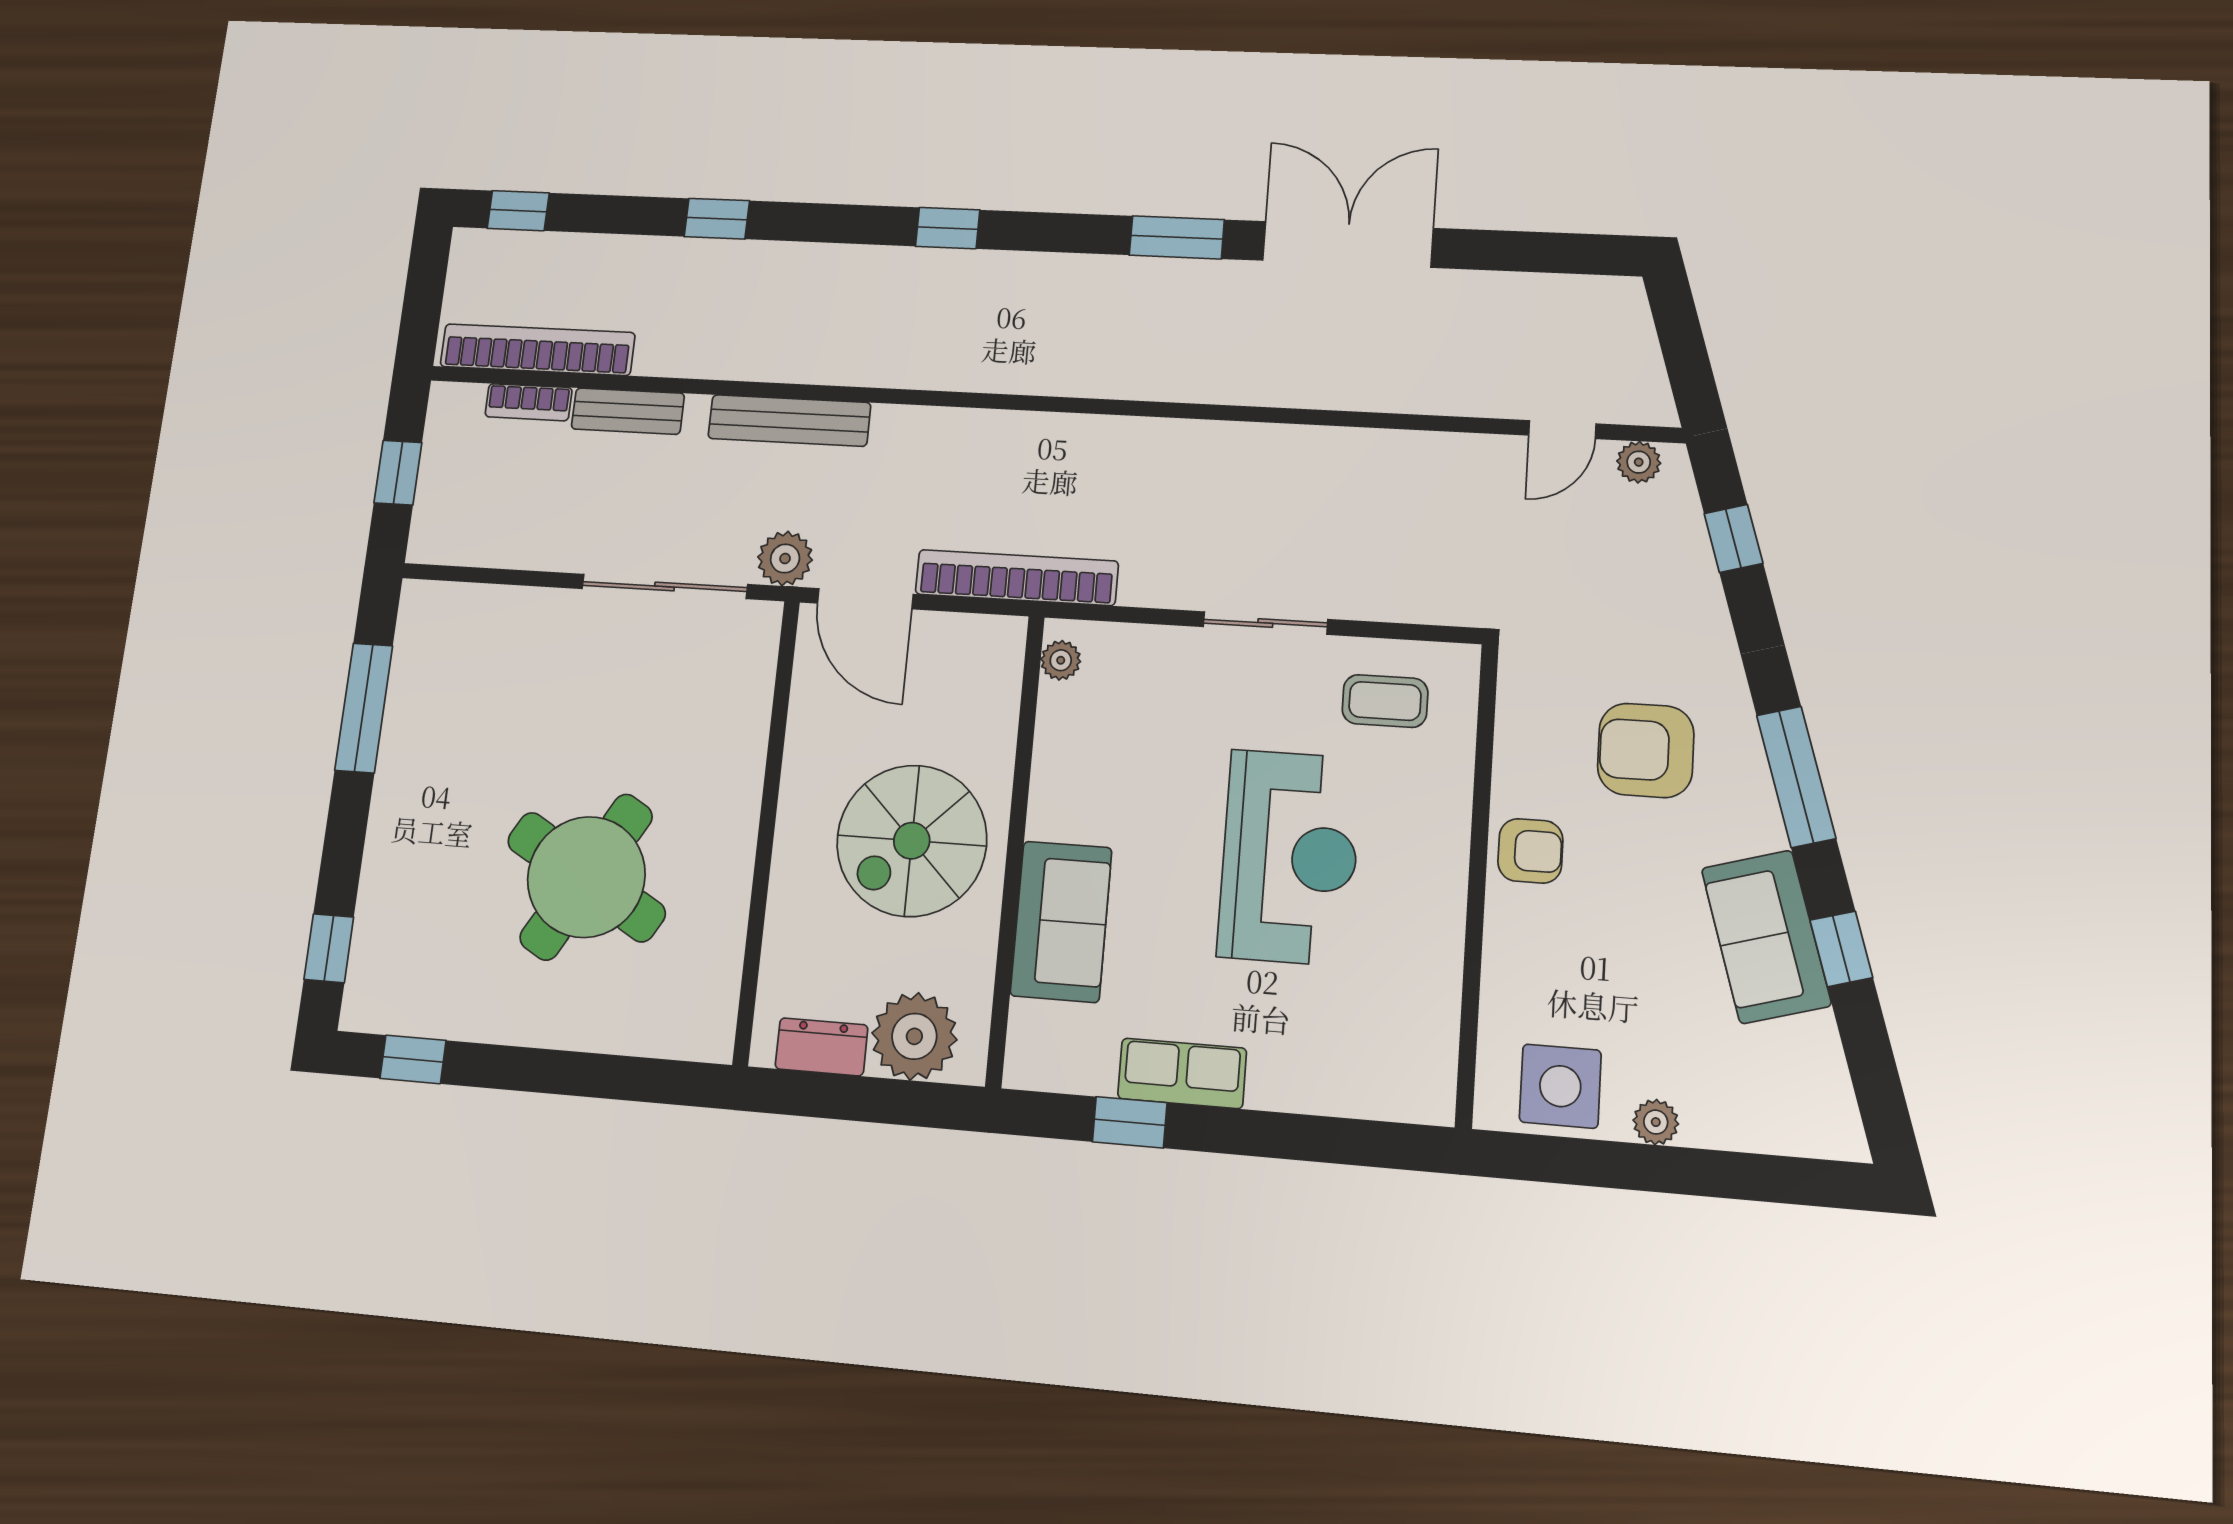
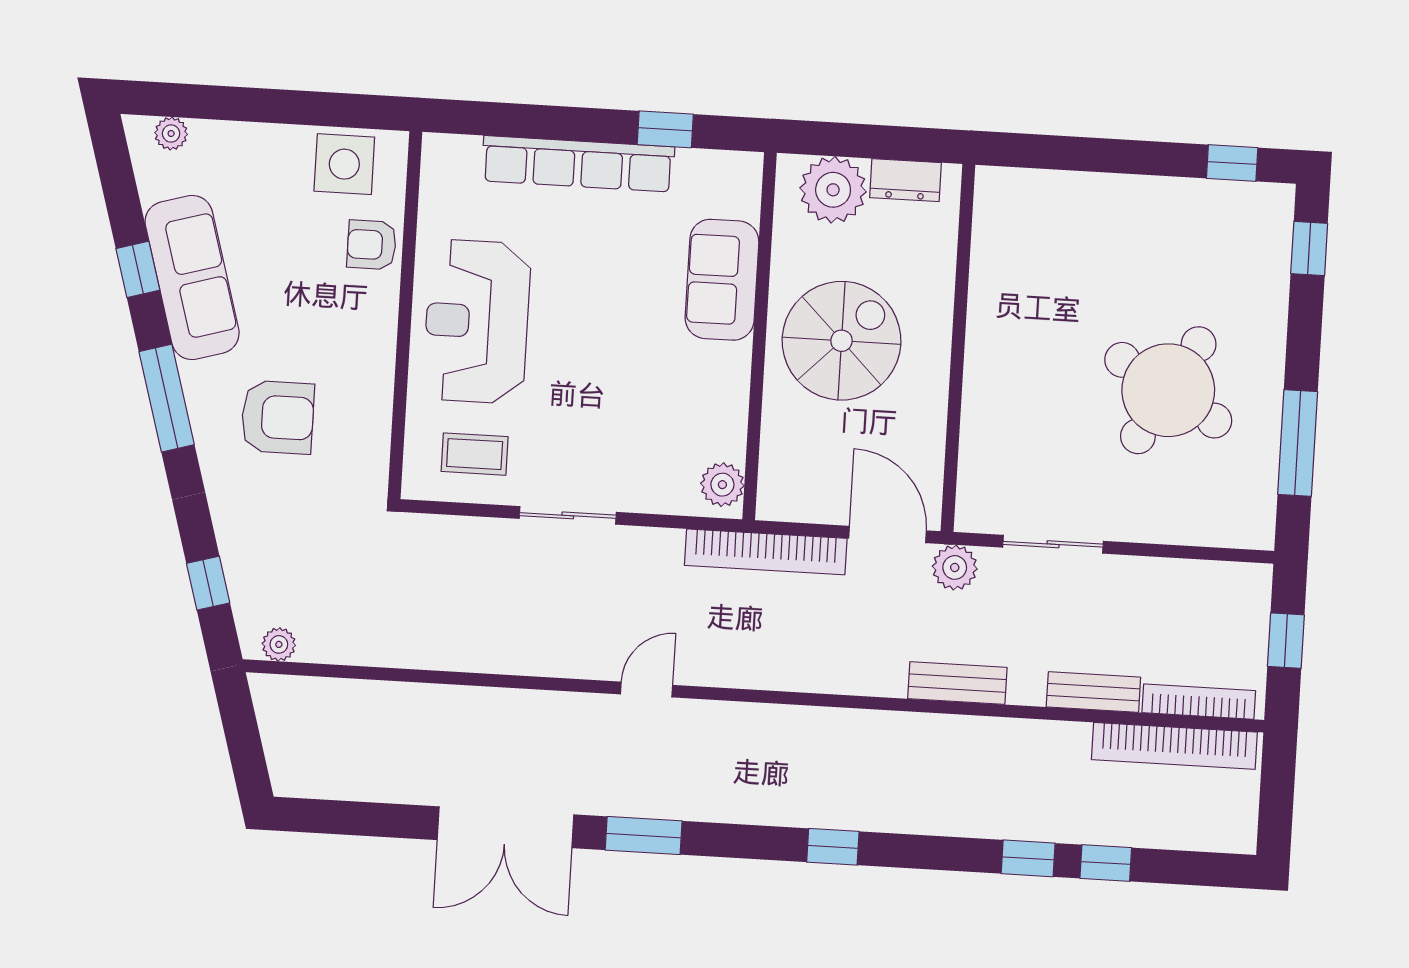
window: (518, 211) -> (1106, 863), moved
bookcase: (529, 402) -> (1199, 702), width x1.56
bench: (789, 421) -> (957, 683), width x0.73
door: (1562, 430) -> (647, 690), moved
sliding door: (665, 587) -> (1053, 544), width x0.73
plant: (1061, 660) -> (722, 485), width x1.38, depth x1.38
armchair: (1530, 851) -> (372, 245), moved
reception desk: (1289, 857) -> (477, 321), moved
round table: (586, 877) -> (1168, 390), moved
sofa: (1766, 937) -> (192, 278), width x1.36
row of seats: (1182, 1073) -> (578, 164), width x2.02
plant: (1656, 1122) -> (171, 134), moved

